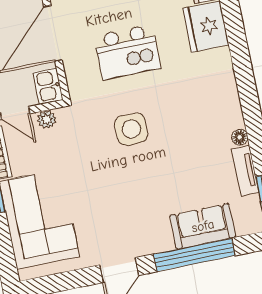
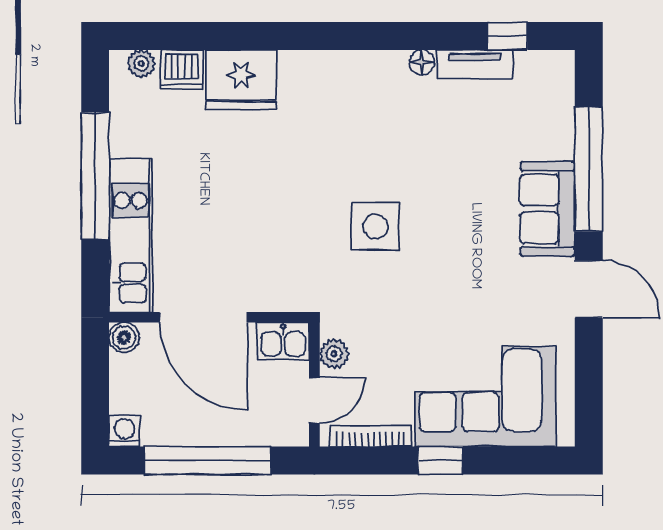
kitchen island: (127, 52) -> (256, 208), removed
sofa: (203, 226) -> (548, 209), moved

